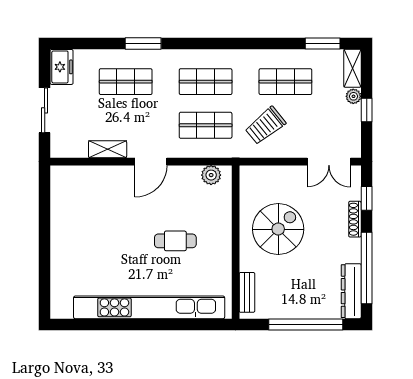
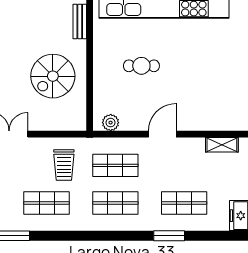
trolley: (265, 126) -> (64, 165), turned 129
shelving: (108, 149) -> (222, 145), moved

